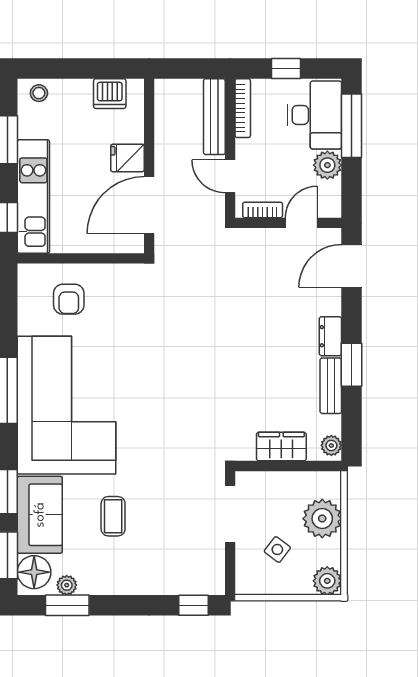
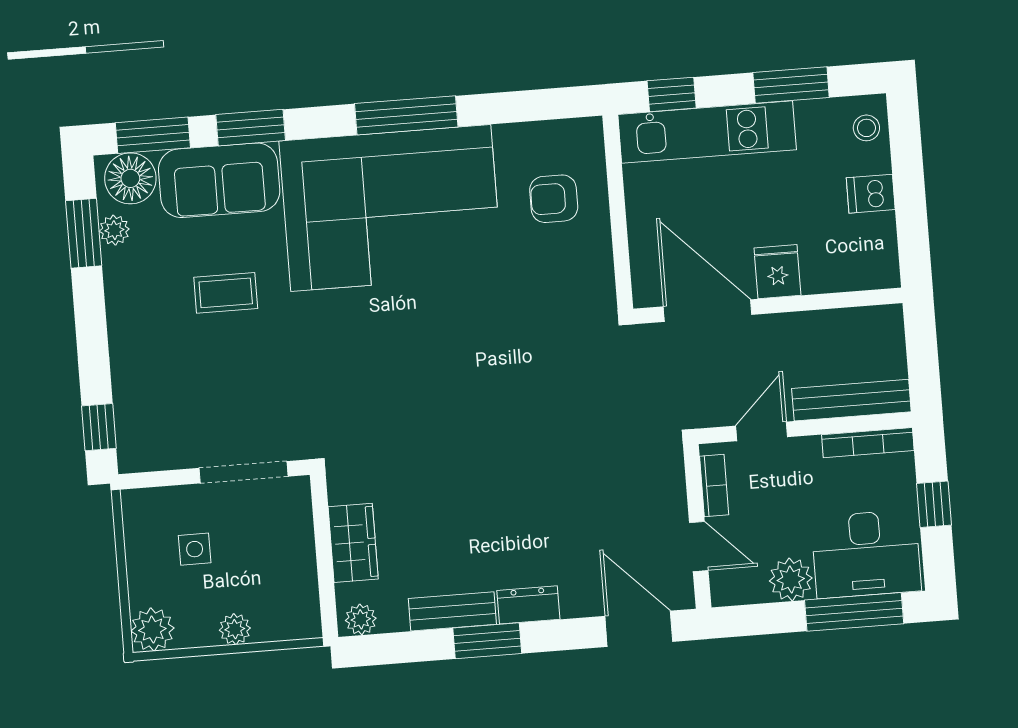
dishwasher: (110, 94) -> (871, 194), moved, width x0.73
plant: (322, 519) -> (235, 629), width x0.53, depth x0.53
side table: (277, 549) -> (195, 549), turned -37

